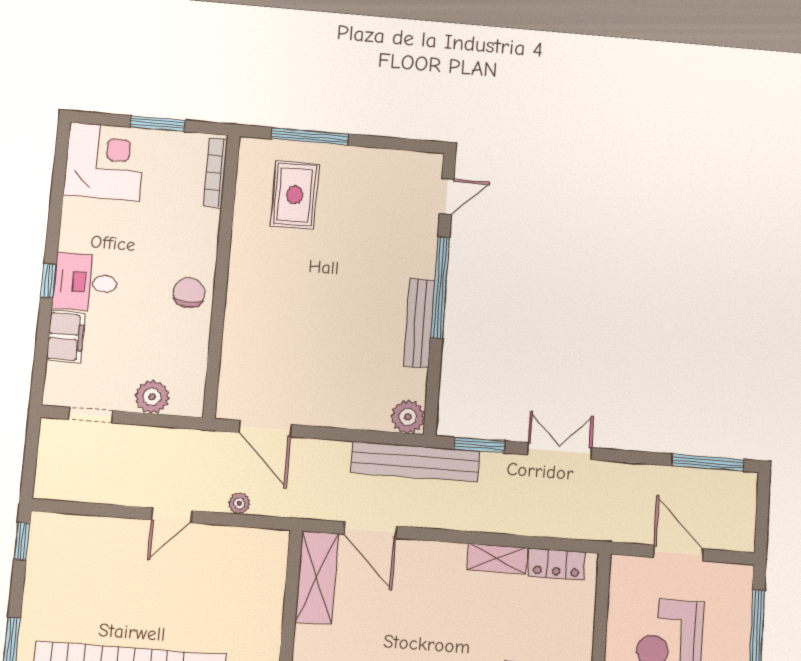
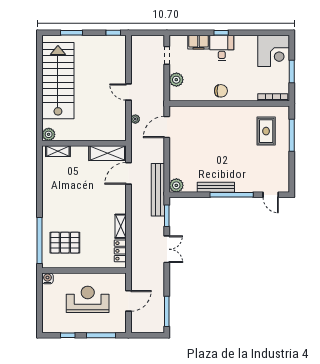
rug: (295, 195) -> (266, 131), turned 90

